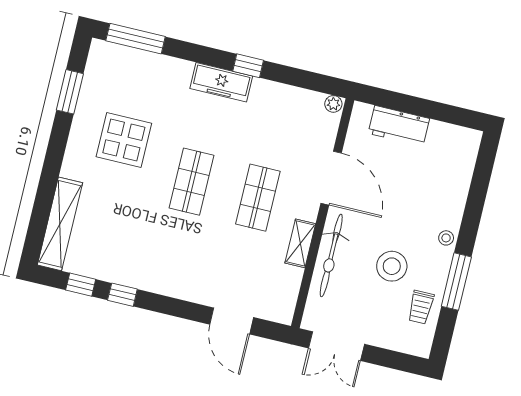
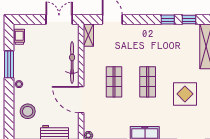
shelving: (300, 243) -> (88, 35), moved
stool: (392, 266) -> (28, 111), moved
trolley: (421, 307) -> (19, 37), moved

